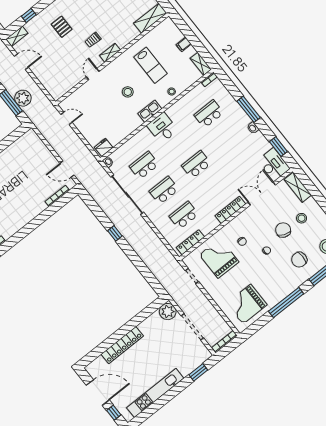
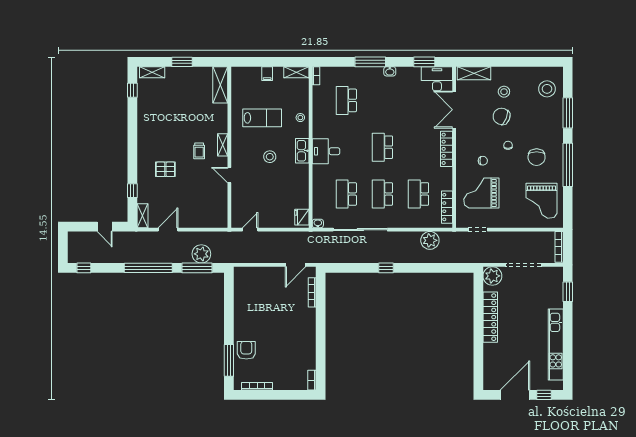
plant: (158, 249) -> (430, 240), added
chair: (299, 260) -> (537, 157), moved
locker: (122, 345) -> (490, 317), moved

